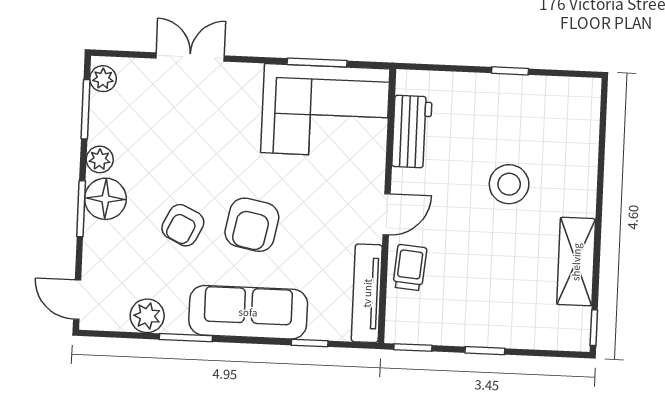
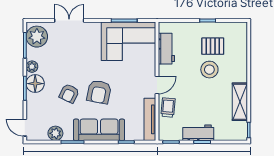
plant: (103, 79) -> (37, 37), width x1.87, depth x1.87
pallet: (519, 130) -> (213, 46), added
workbench: (477, 329) -> (198, 133), added

